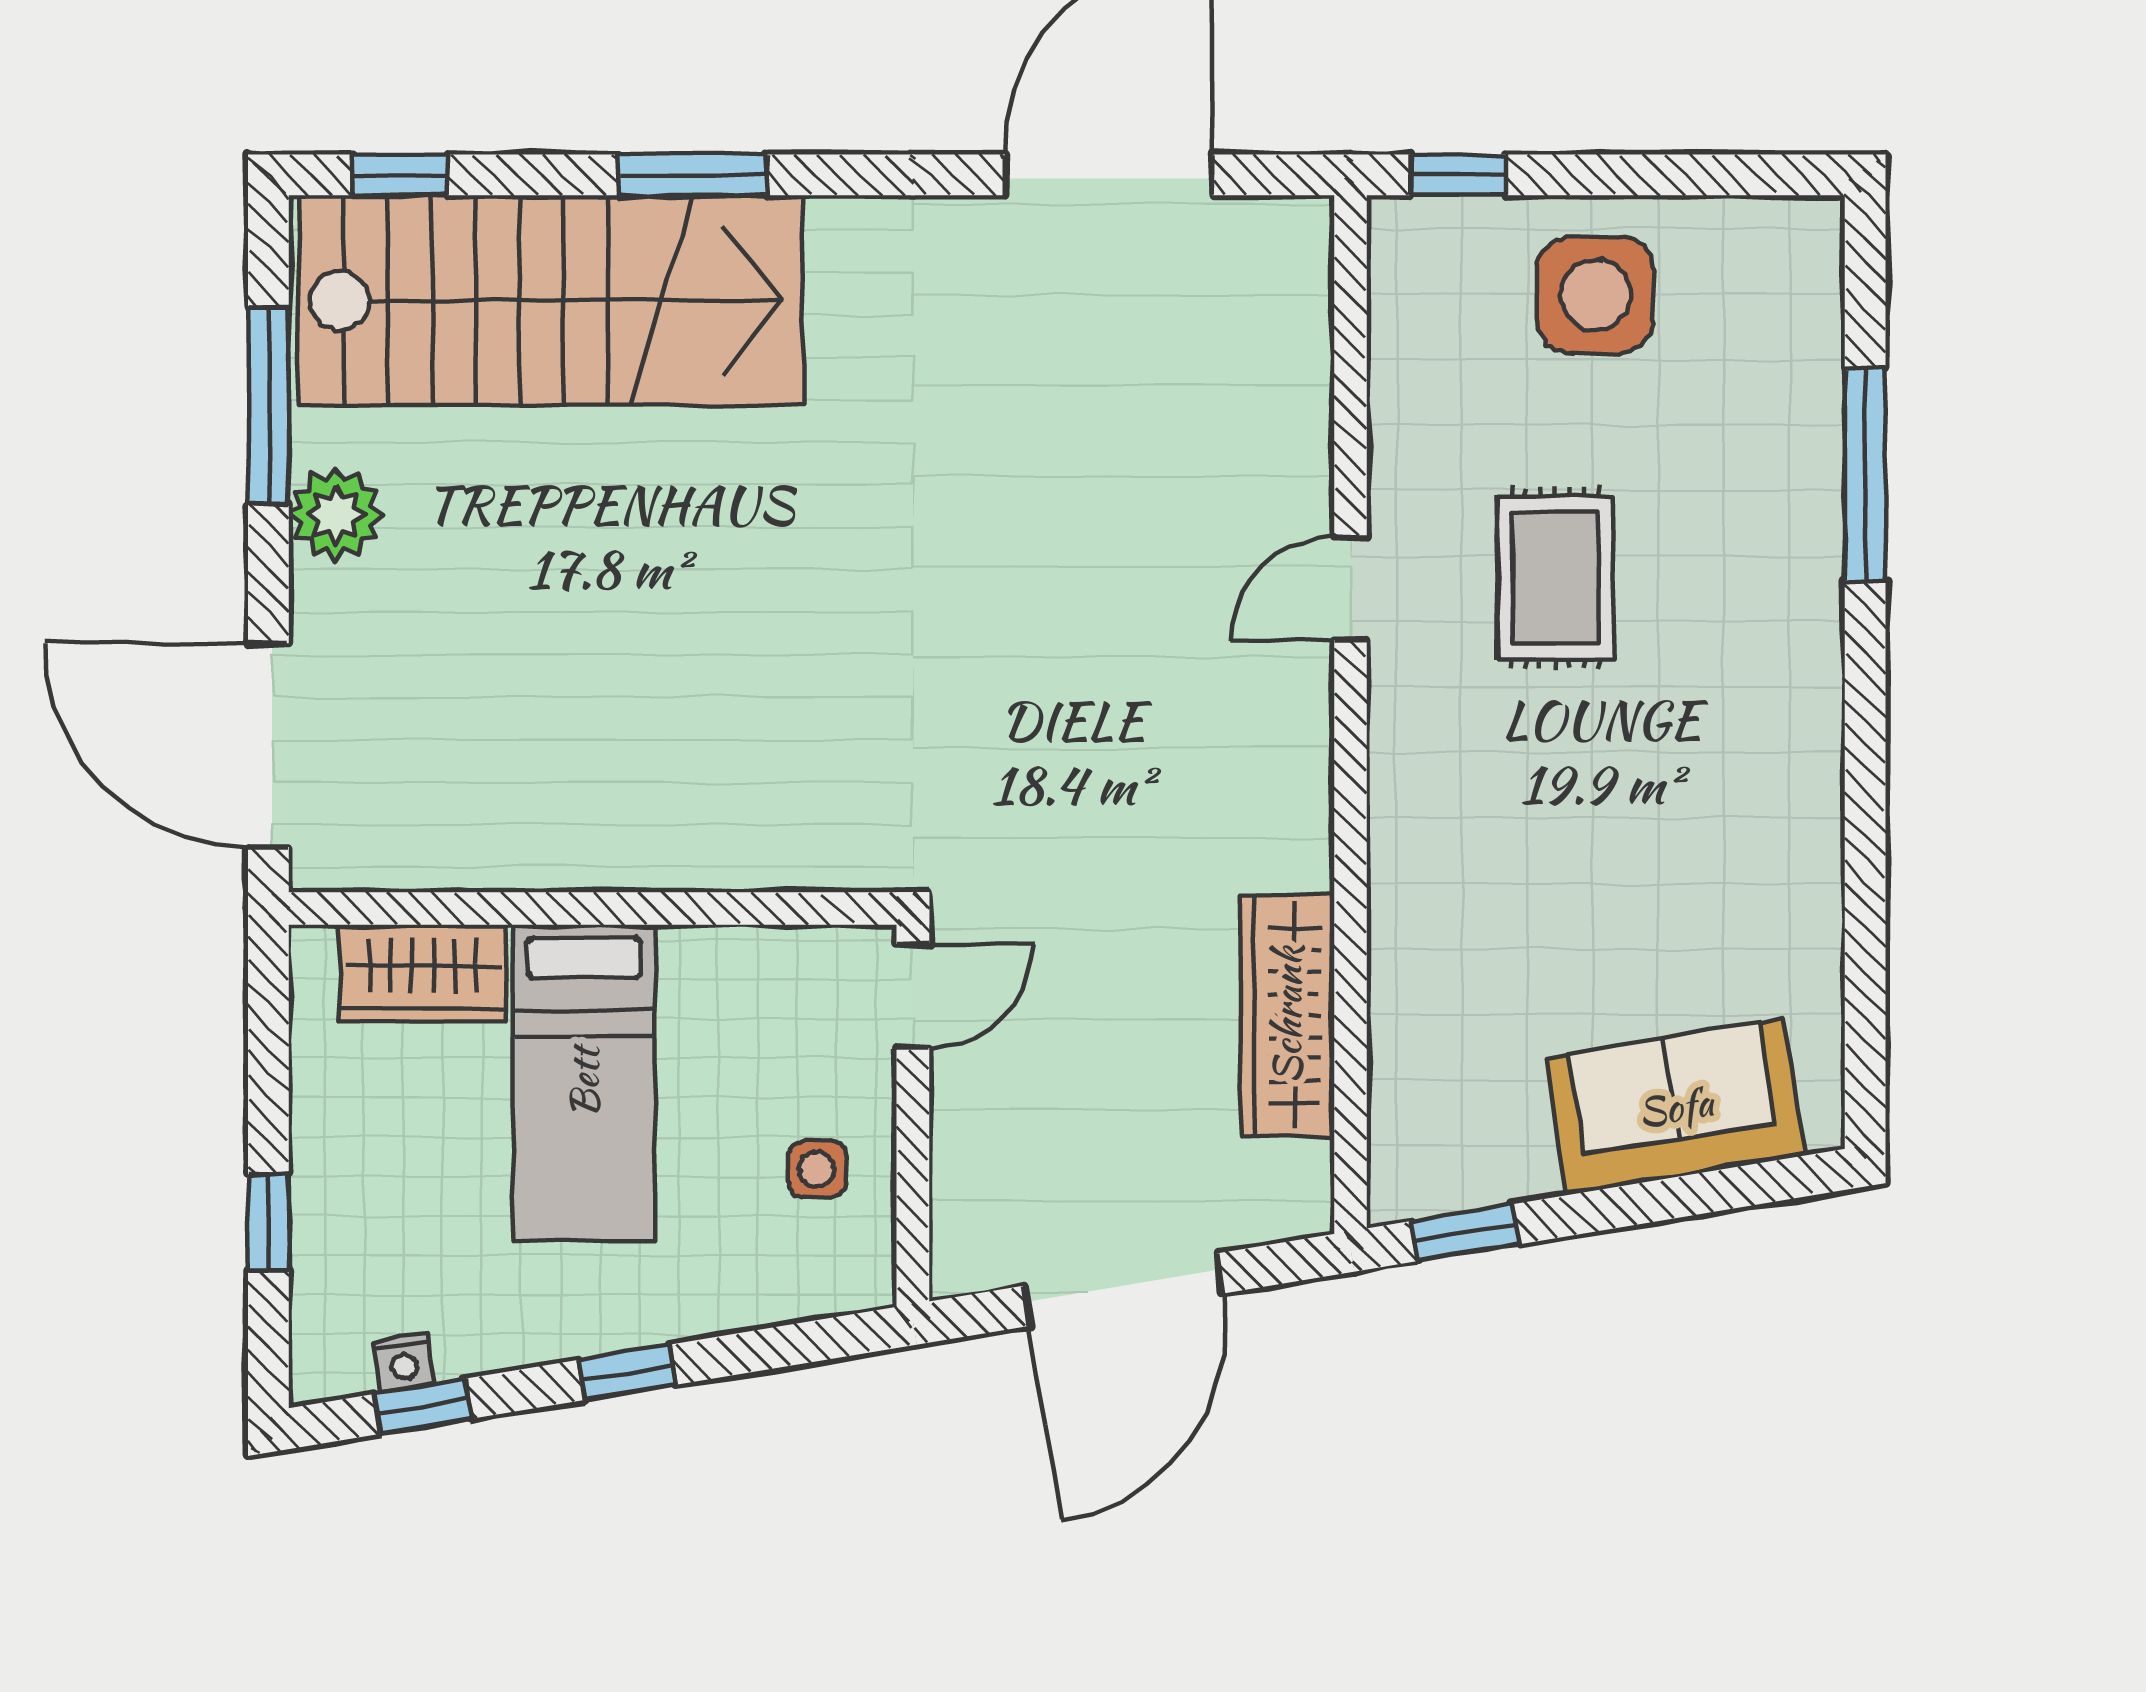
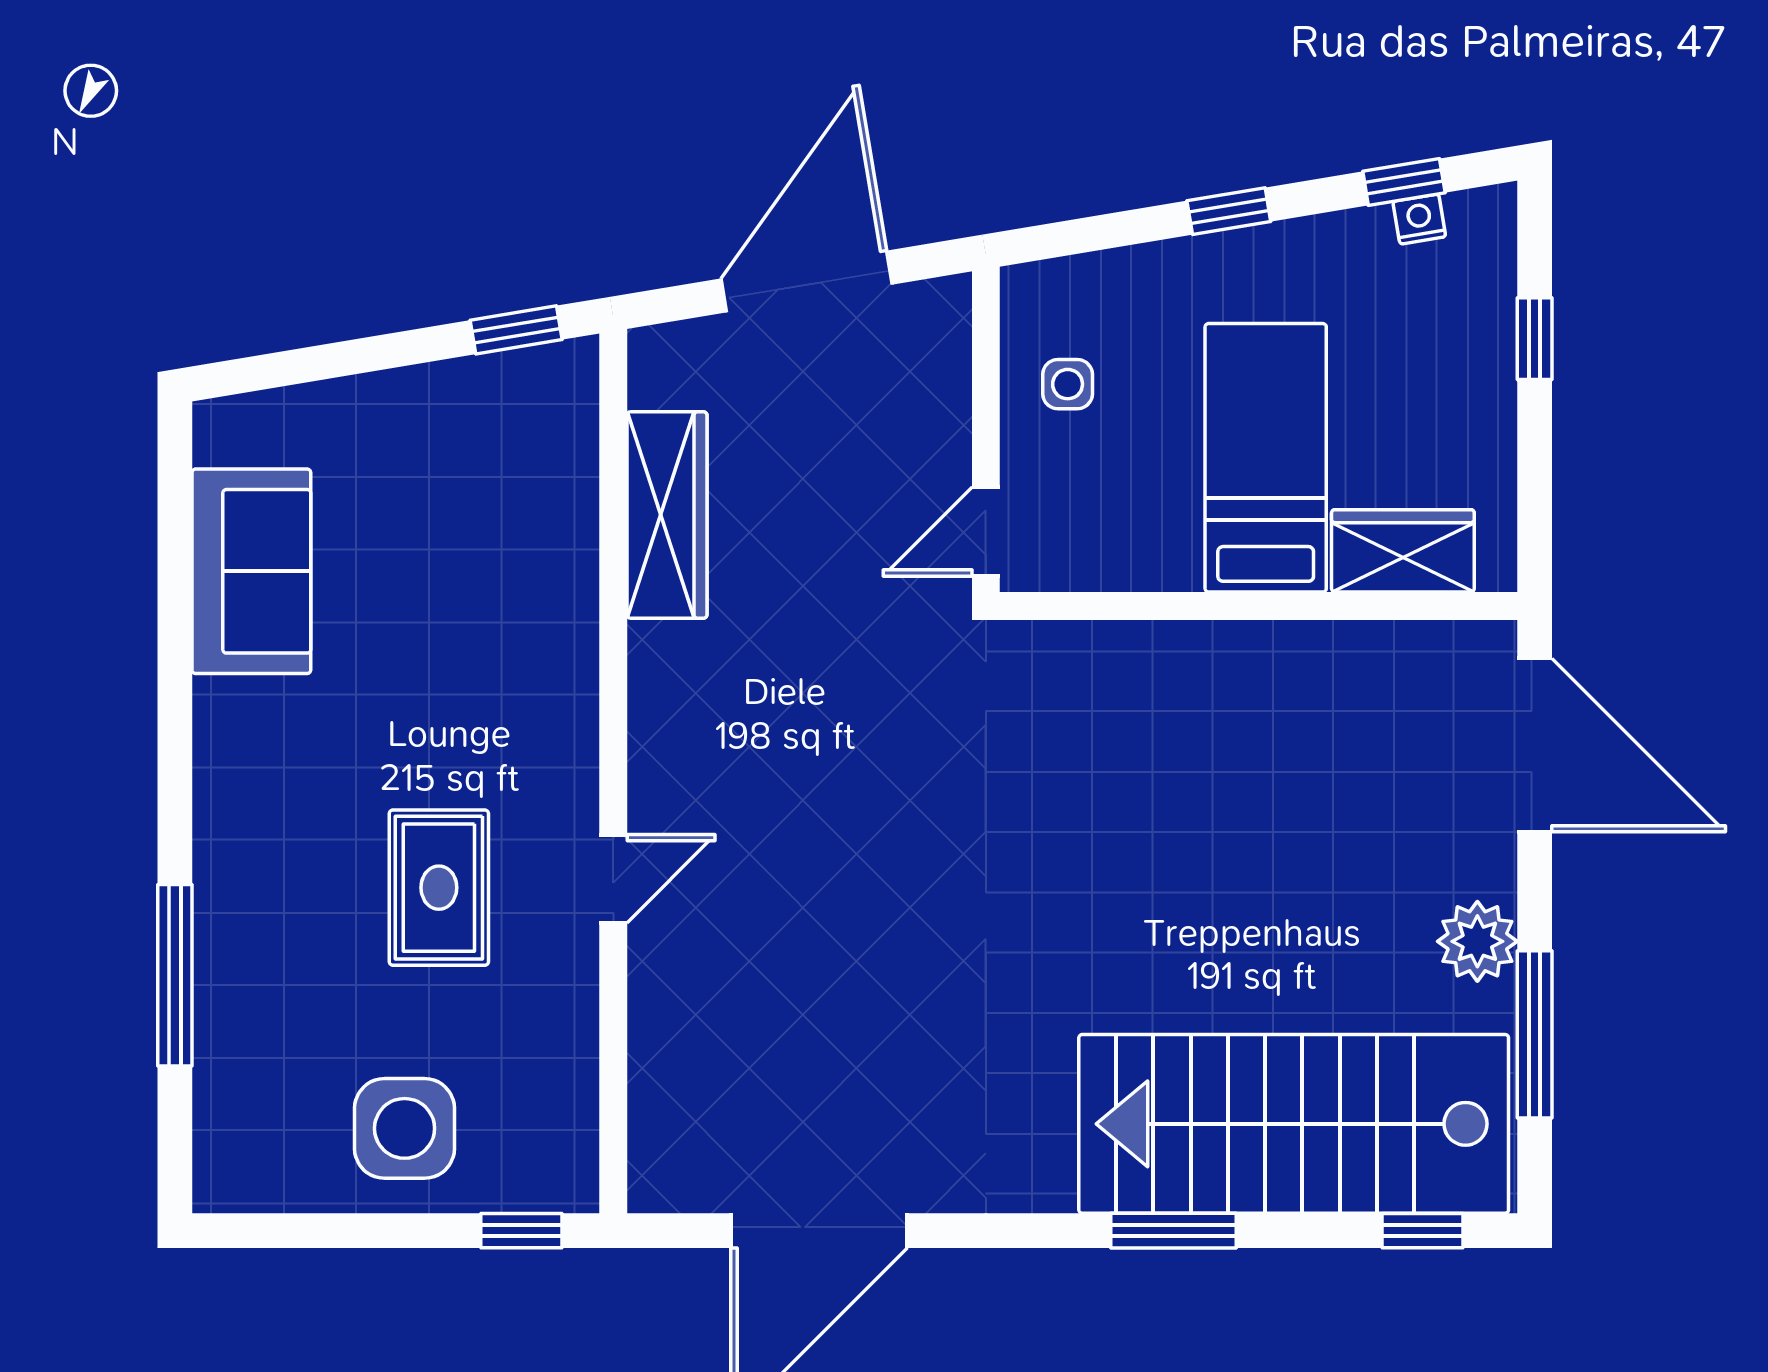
sofa: (1675, 1107) -> (251, 571), moved, turned -81

